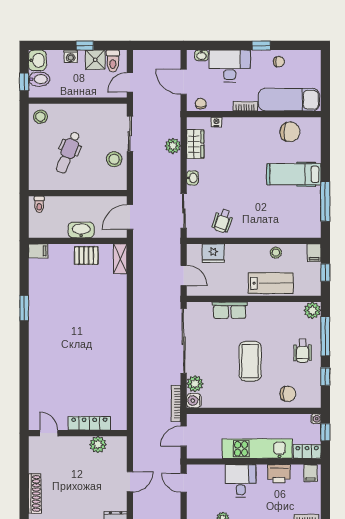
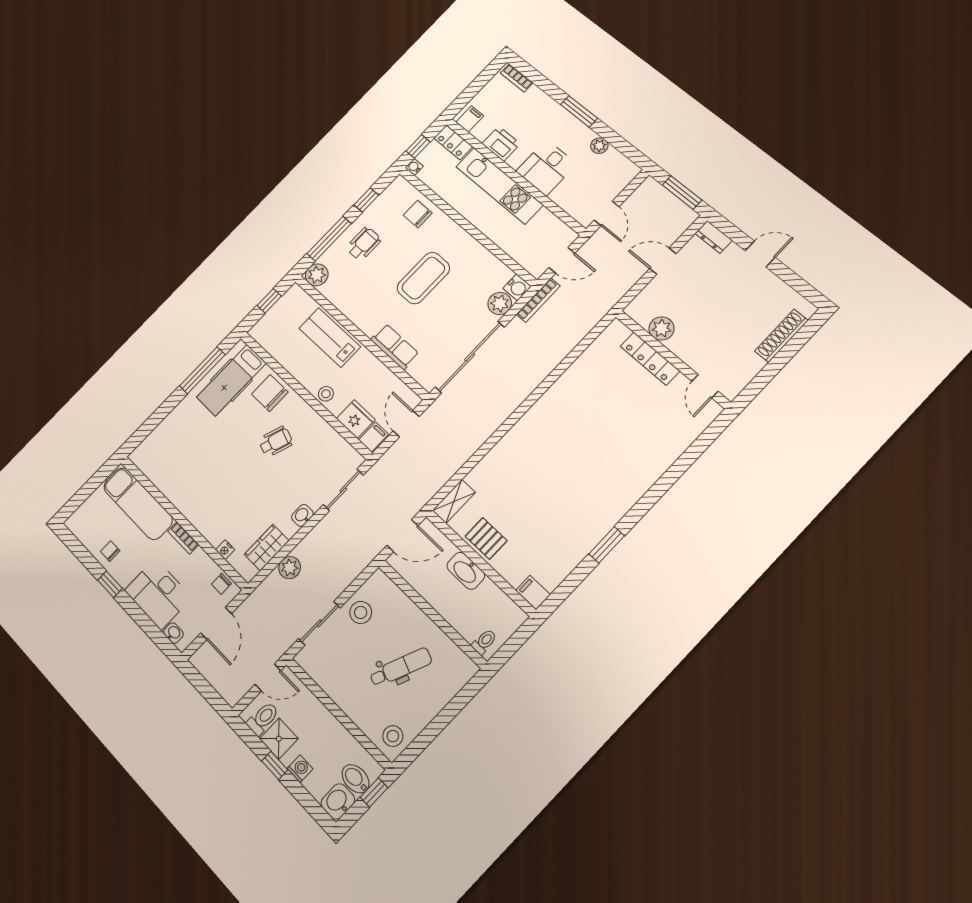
chair: (290, 132) -> (270, 393), moved
hospital bed: (294, 174) -> (231, 380), moved, turned 90
wheelchair: (223, 221) -> (276, 442), moved
stool: (276, 253) -> (326, 394), moved
filing cabinet: (314, 253) -> (373, 437), moved

